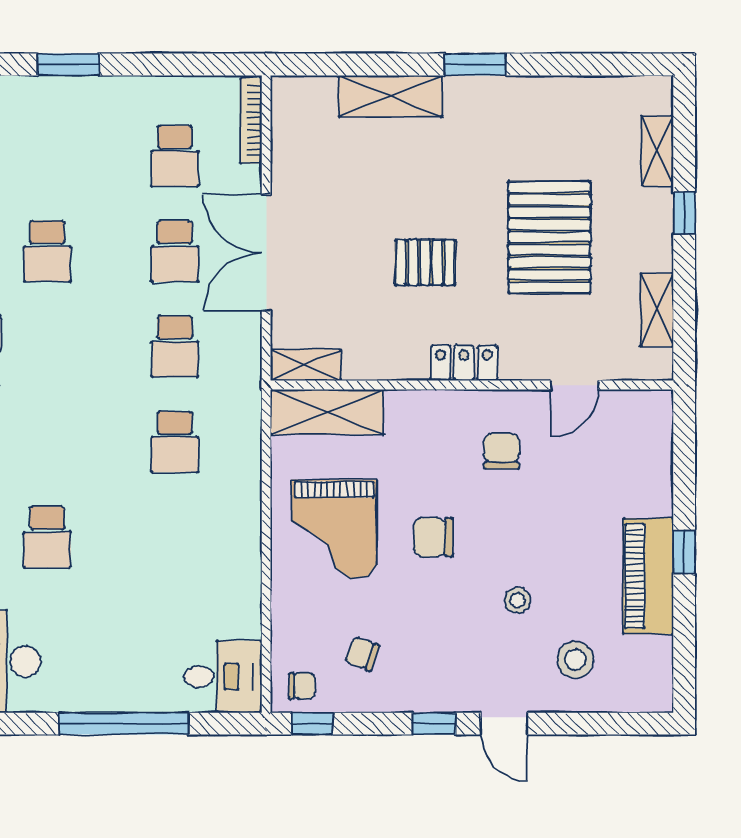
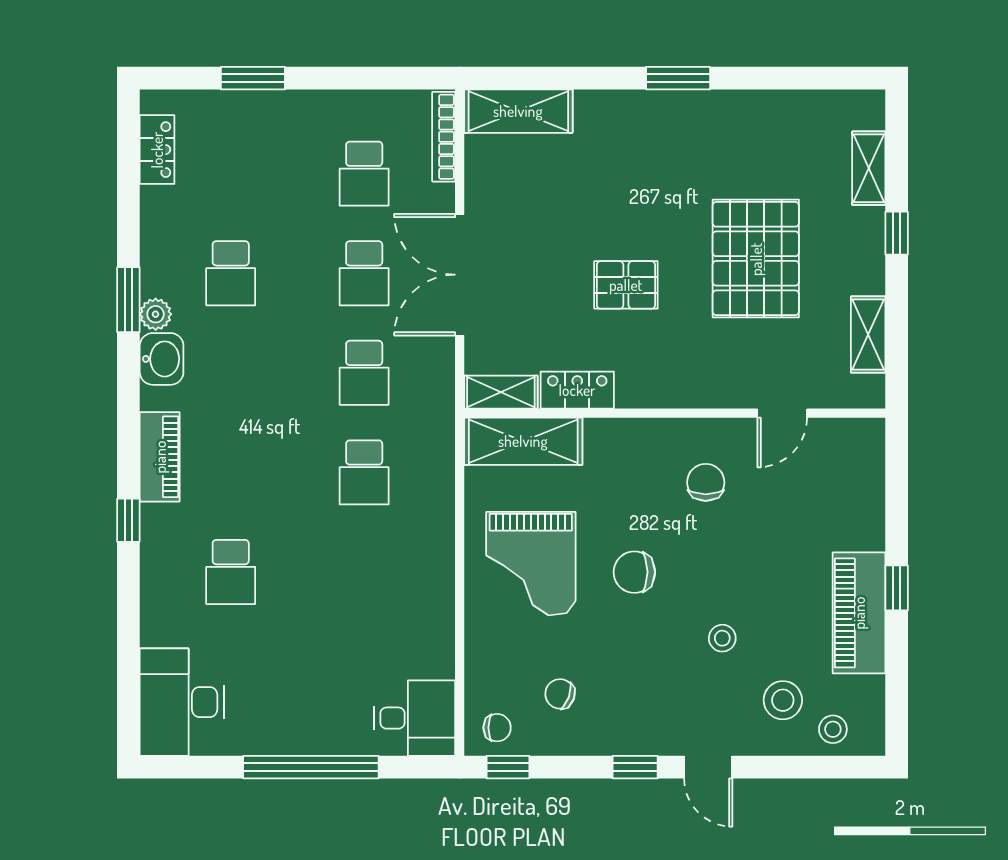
shelving: (391, 96) -> (518, 111), moved
locker: (464, 363) -> (577, 390), moved
stool: (623, 687) -> (833, 729), added

